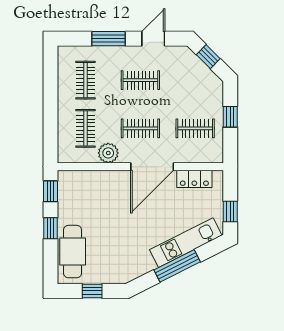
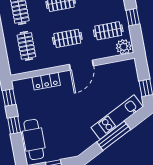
plant: (108, 153) -> (124, 47), moved
door: (152, 167) -> (81, 65), width x0.73
locker: (194, 179) -> (46, 81), moved

